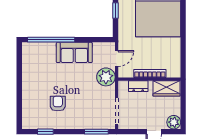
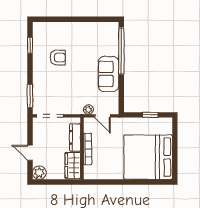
plant: (106, 77) -> (88, 110), width x0.53, depth x0.53
dresser: (138, 86) -> (75, 137), width x1.44

